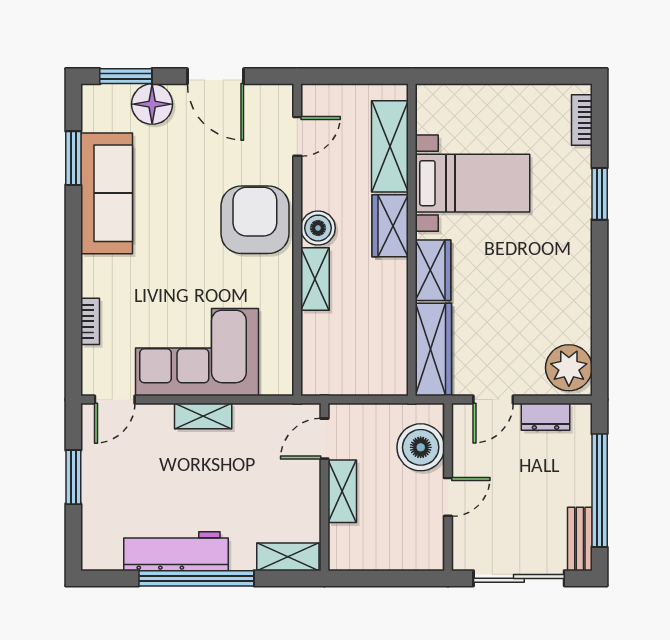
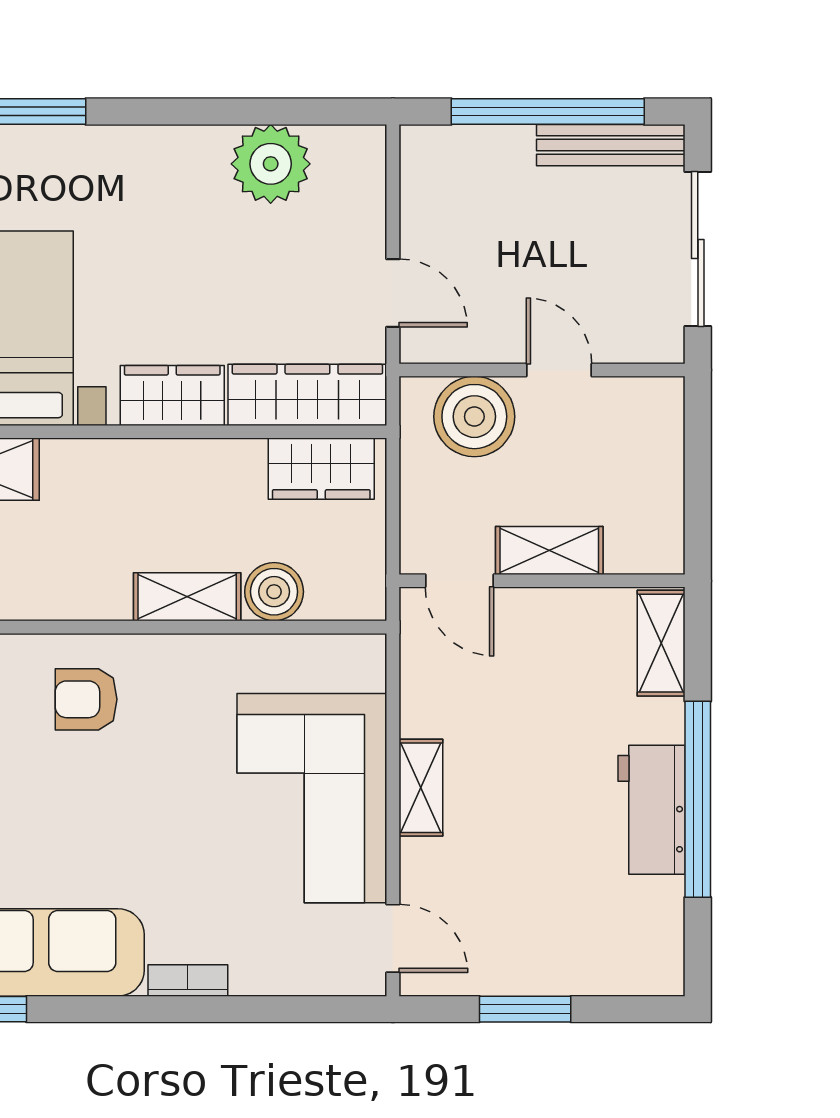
armchair: (255, 220) -> (86, 699), width x0.53, depth x0.53
wardrobe: (390, 226) -> (321, 469), moved
boiler: (318, 228) -> (274, 592), moved
bookcase: (90, 321) -> (188, 980), moved
plant: (569, 368) -> (271, 164), moved
dresser: (545, 417) -> (422, 204), removed
bench: (580, 539) -> (611, 145), width x1.36
workbench: (176, 551) -> (651, 810), width x0.73

